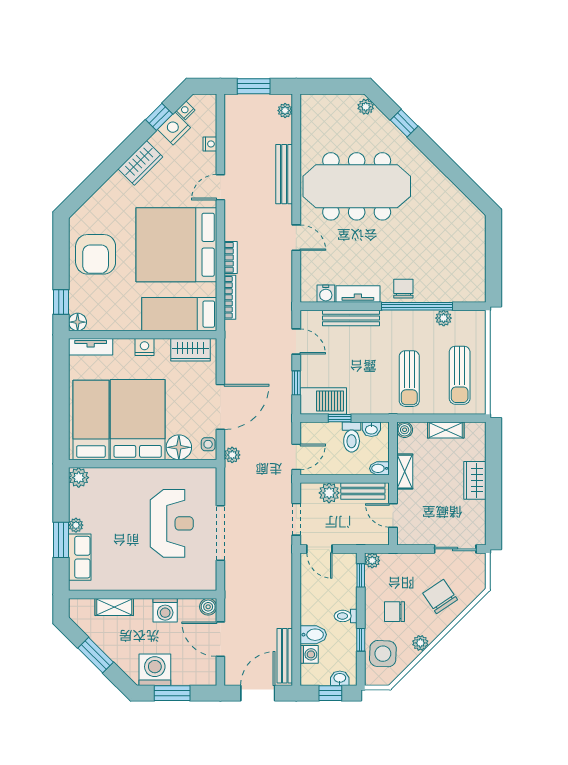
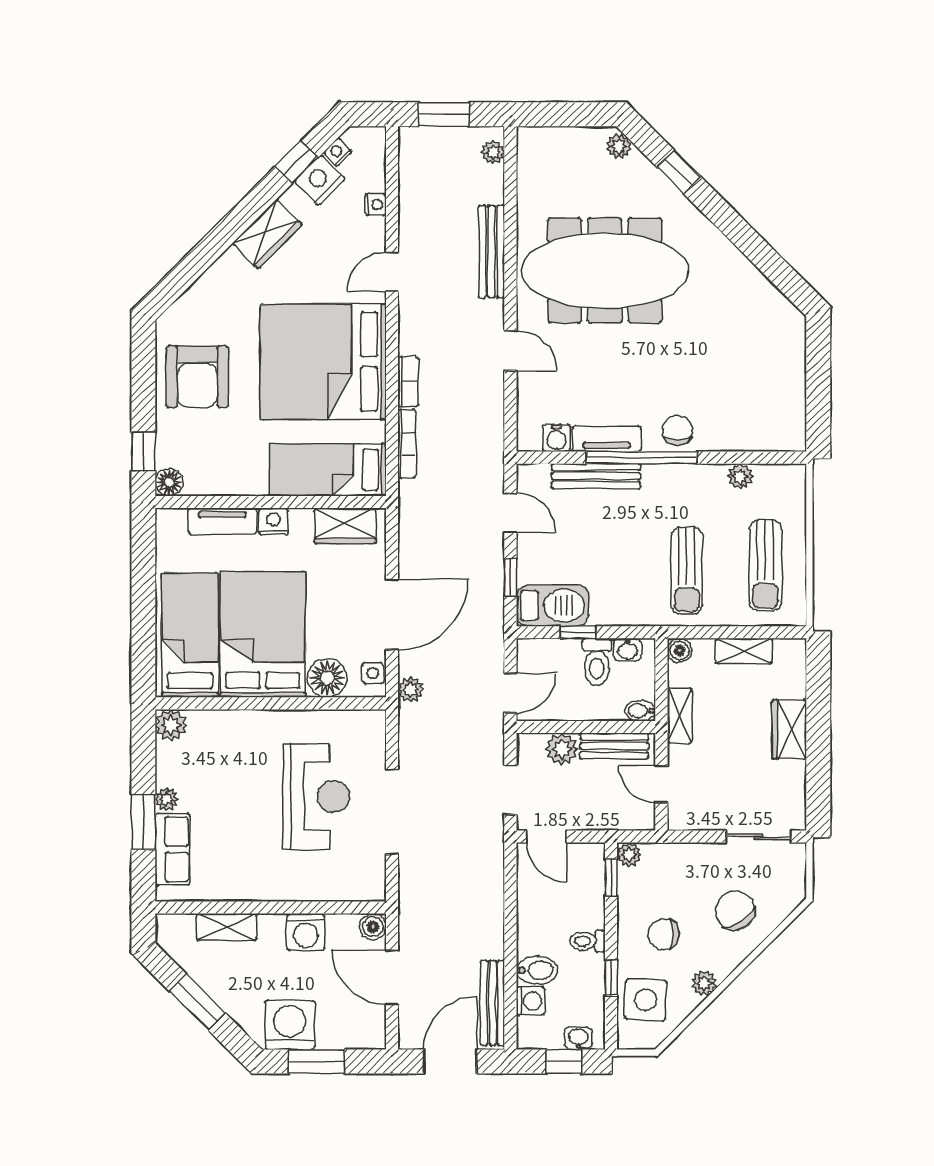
window: (417, 306) -> (641, 458), moved
tv unit: (91, 347) -> (222, 521), moved

